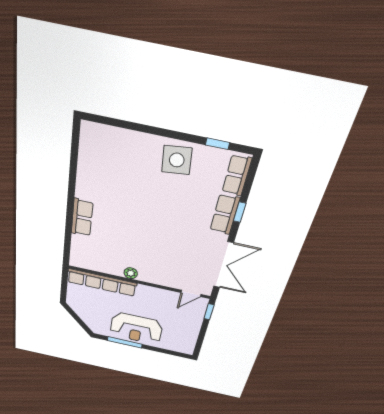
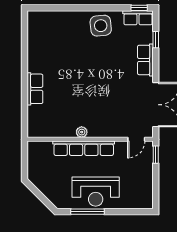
window: (218, 144) -> (139, 8), moved
row of seats: (237, 175) -> (138, 18), moved, turned -90
window: (240, 212) -> (156, 40), moved
row of seats: (102, 282) -> (84, 148), moved

